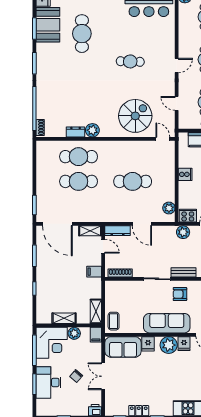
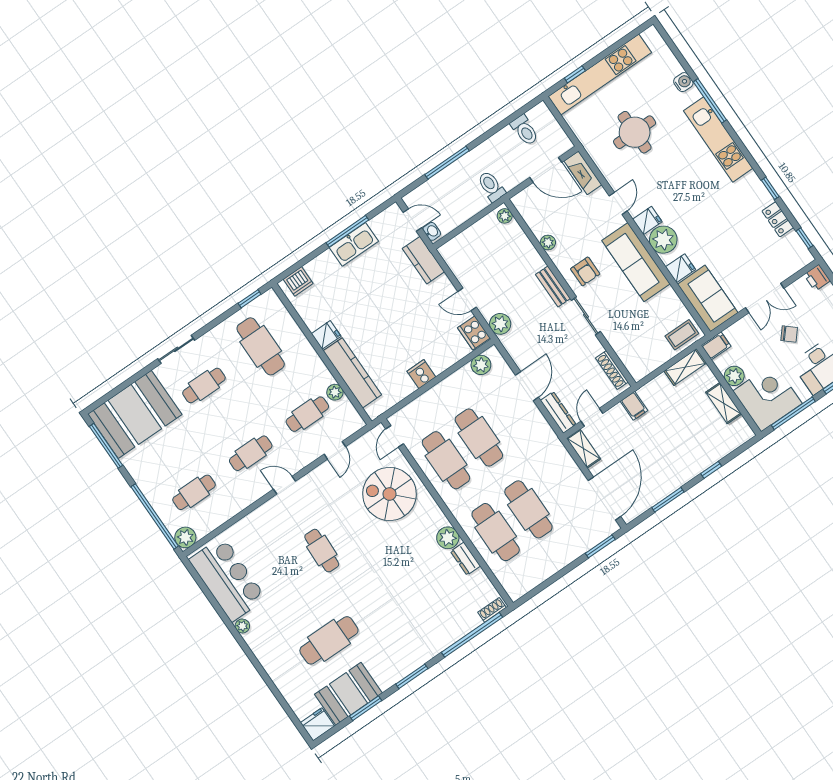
cafe table: (133, 157) -> (446, 460), added

